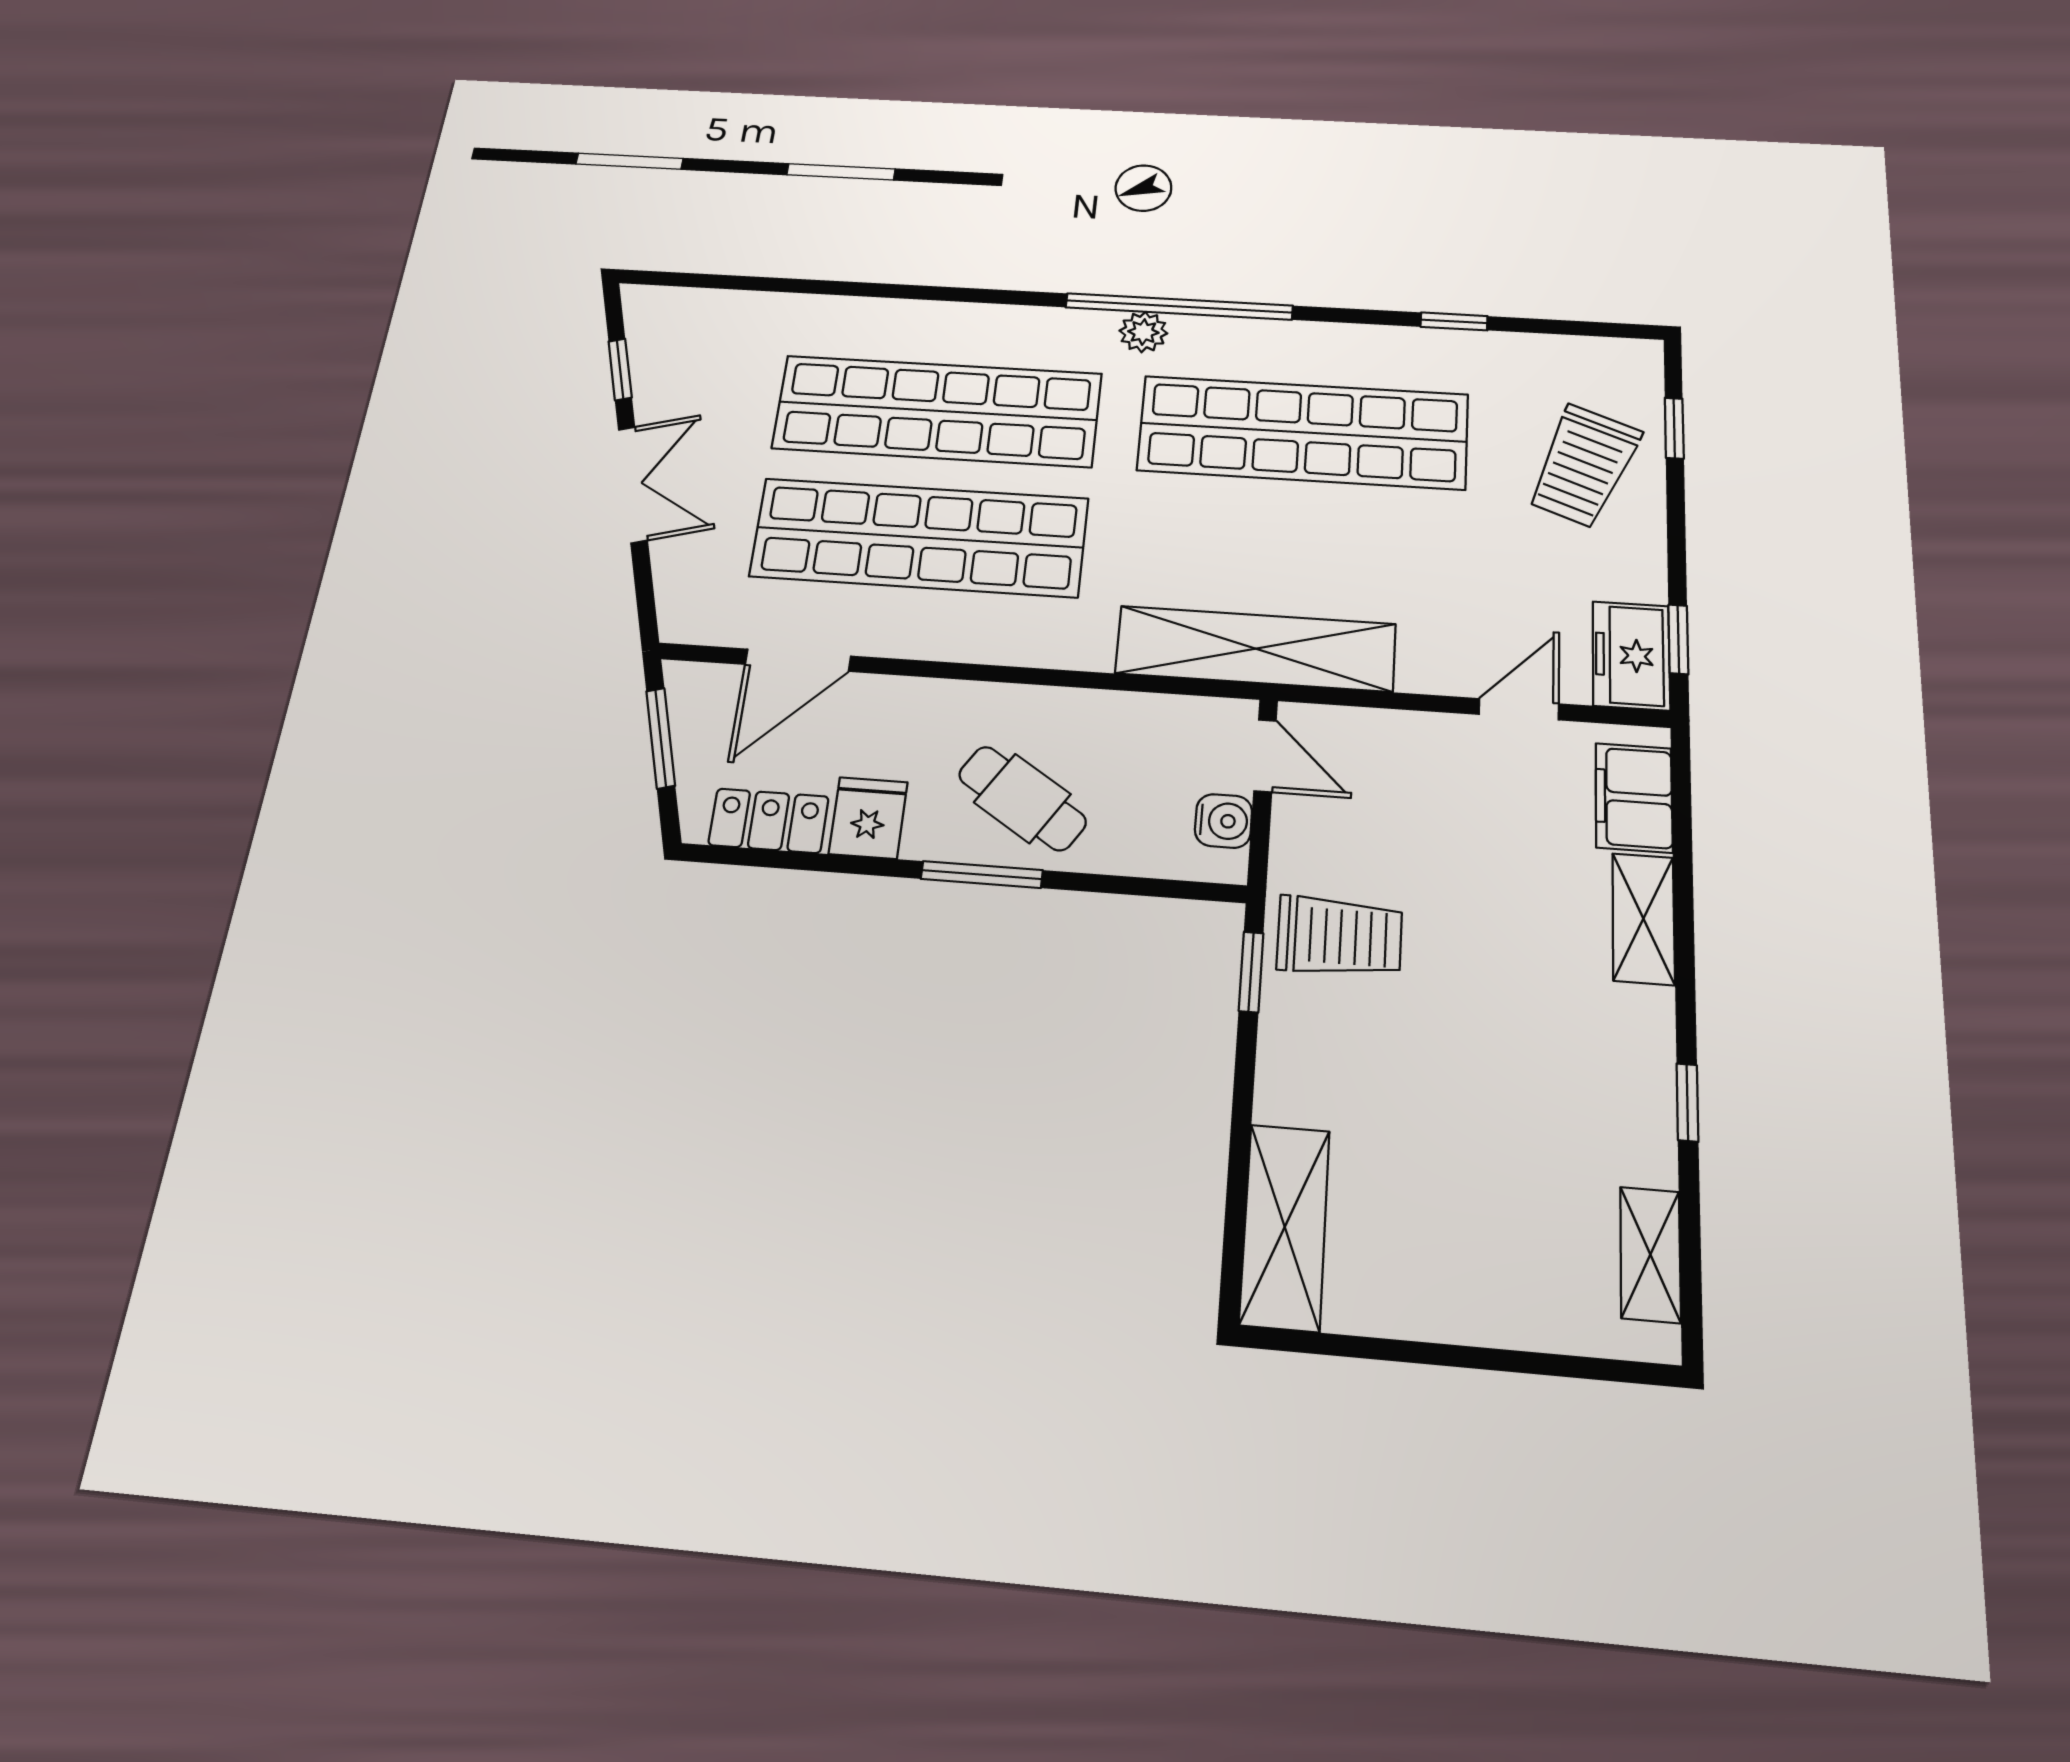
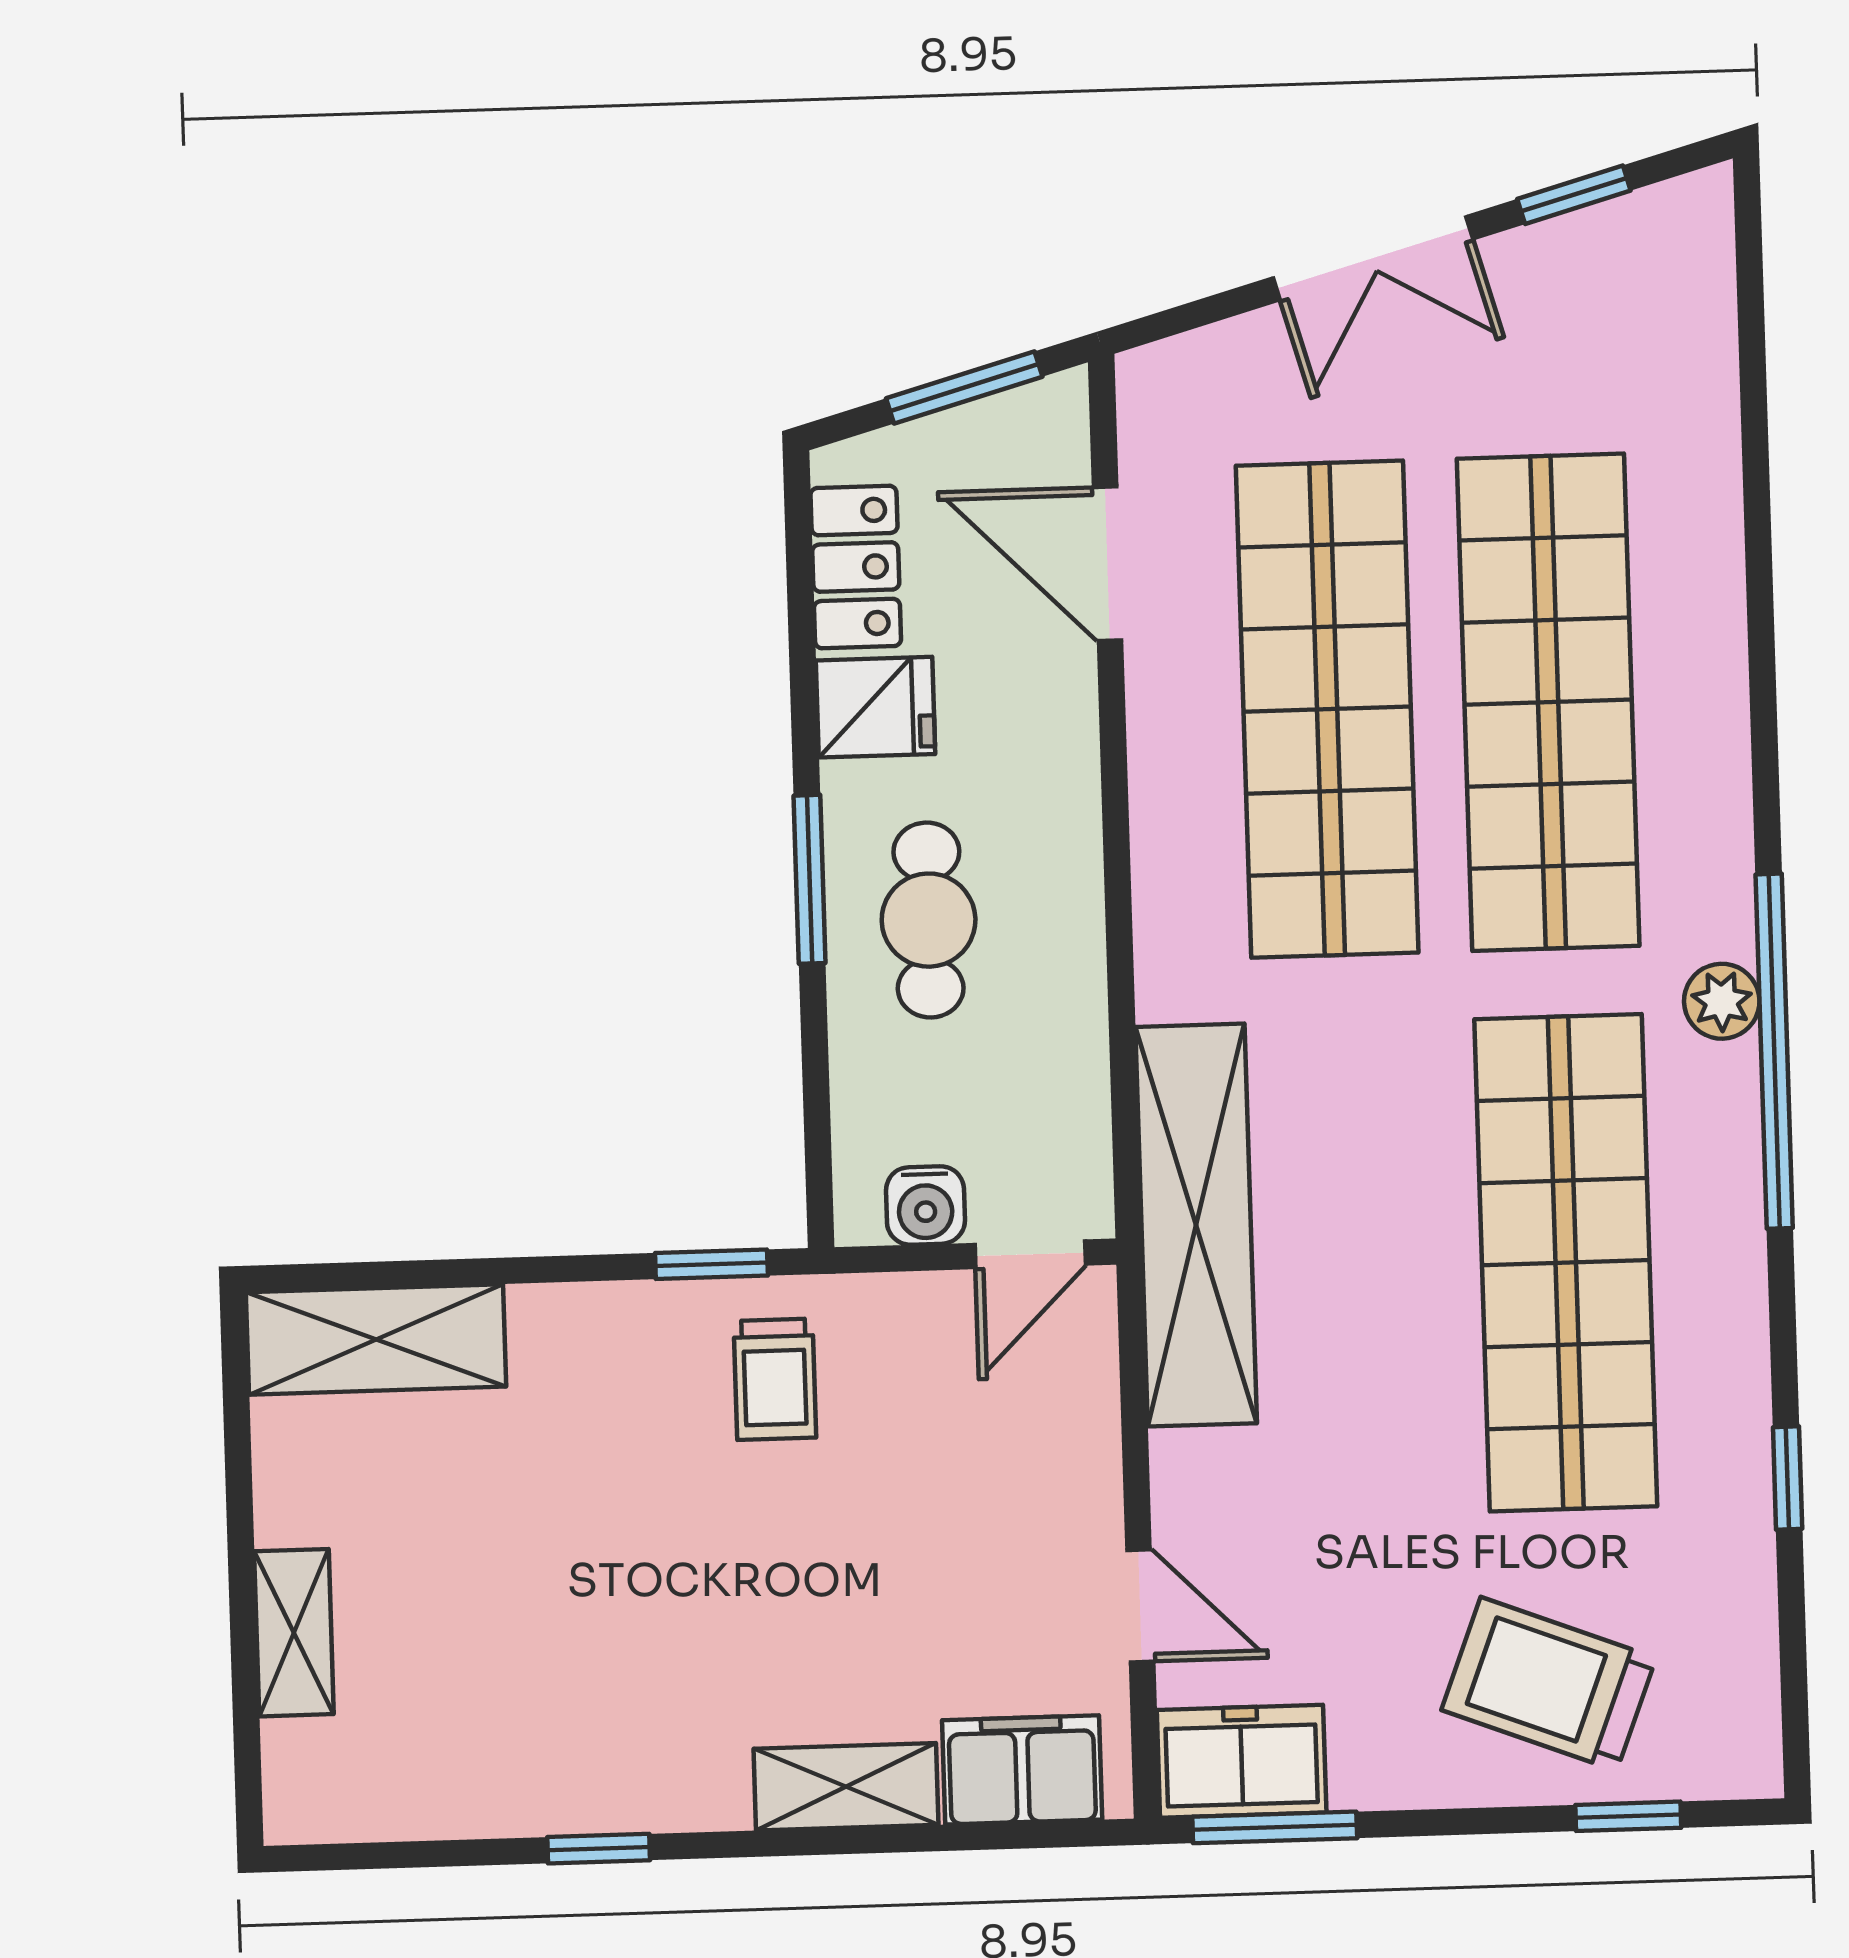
window: (1678, 639) -> (1275, 1827), width x1.50
cafe table: (1022, 798) -> (929, 920), turned -33
trolley: (1339, 936) -> (775, 1379), width x0.73, depth x0.72
shelving: (1650, 1255) -> (294, 1633), moved, turned 90

